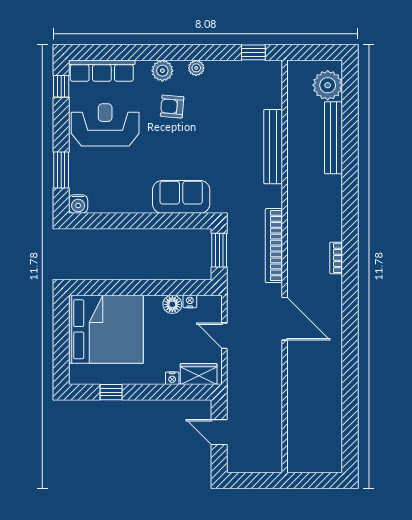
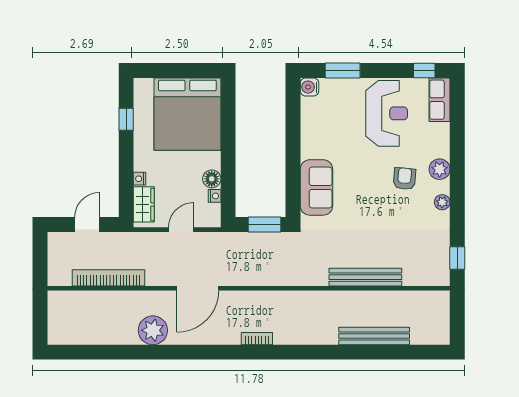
row of seats: (102, 71) -> (439, 100), width x0.68
plant: (328, 85) -> (153, 330), moved
bookcase: (274, 246) -> (108, 278), moved

